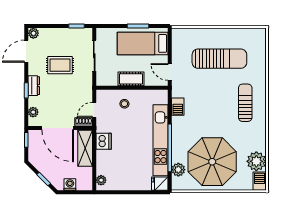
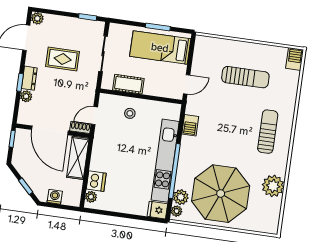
sun lounger: (219, 59) -> (245, 77), width x0.73, depth x0.75
door: (170, 72) -> (187, 84), swing flipped
cot: (131, 79) -> (128, 84), moved
plant: (33, 112) -> (26, 96), moved
dishwasher: (104, 141) -> (96, 181), moved
plant: (256, 161) -> (273, 186), moved
barbecue: (260, 181) -> (295, 59), moved
plant: (176, 182) -> (177, 211), added

